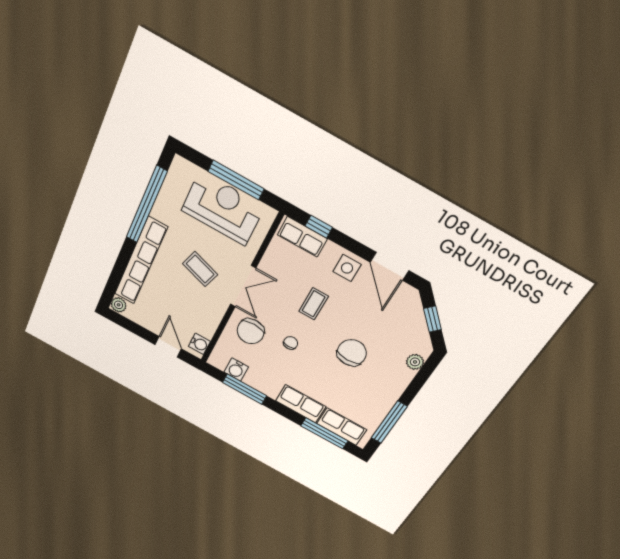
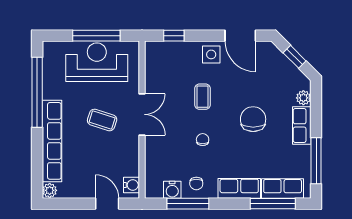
row of seats: (302, 237) -> (302, 125), moved, turned 90
chair: (251, 331) -> (196, 183), moved, width x0.54, depth x0.54

